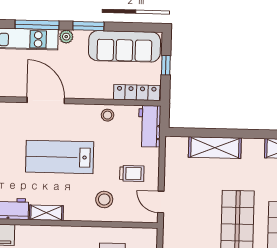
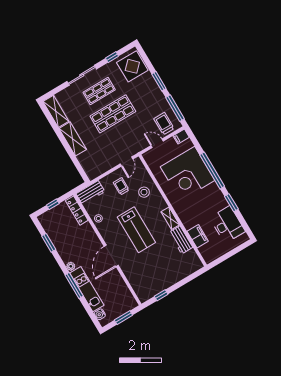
window: (88, 26) -> (49, 243), moved
sofa: (124, 46) -> (57, 232), removed
shelving: (215, 148) -> (73, 139), moved

